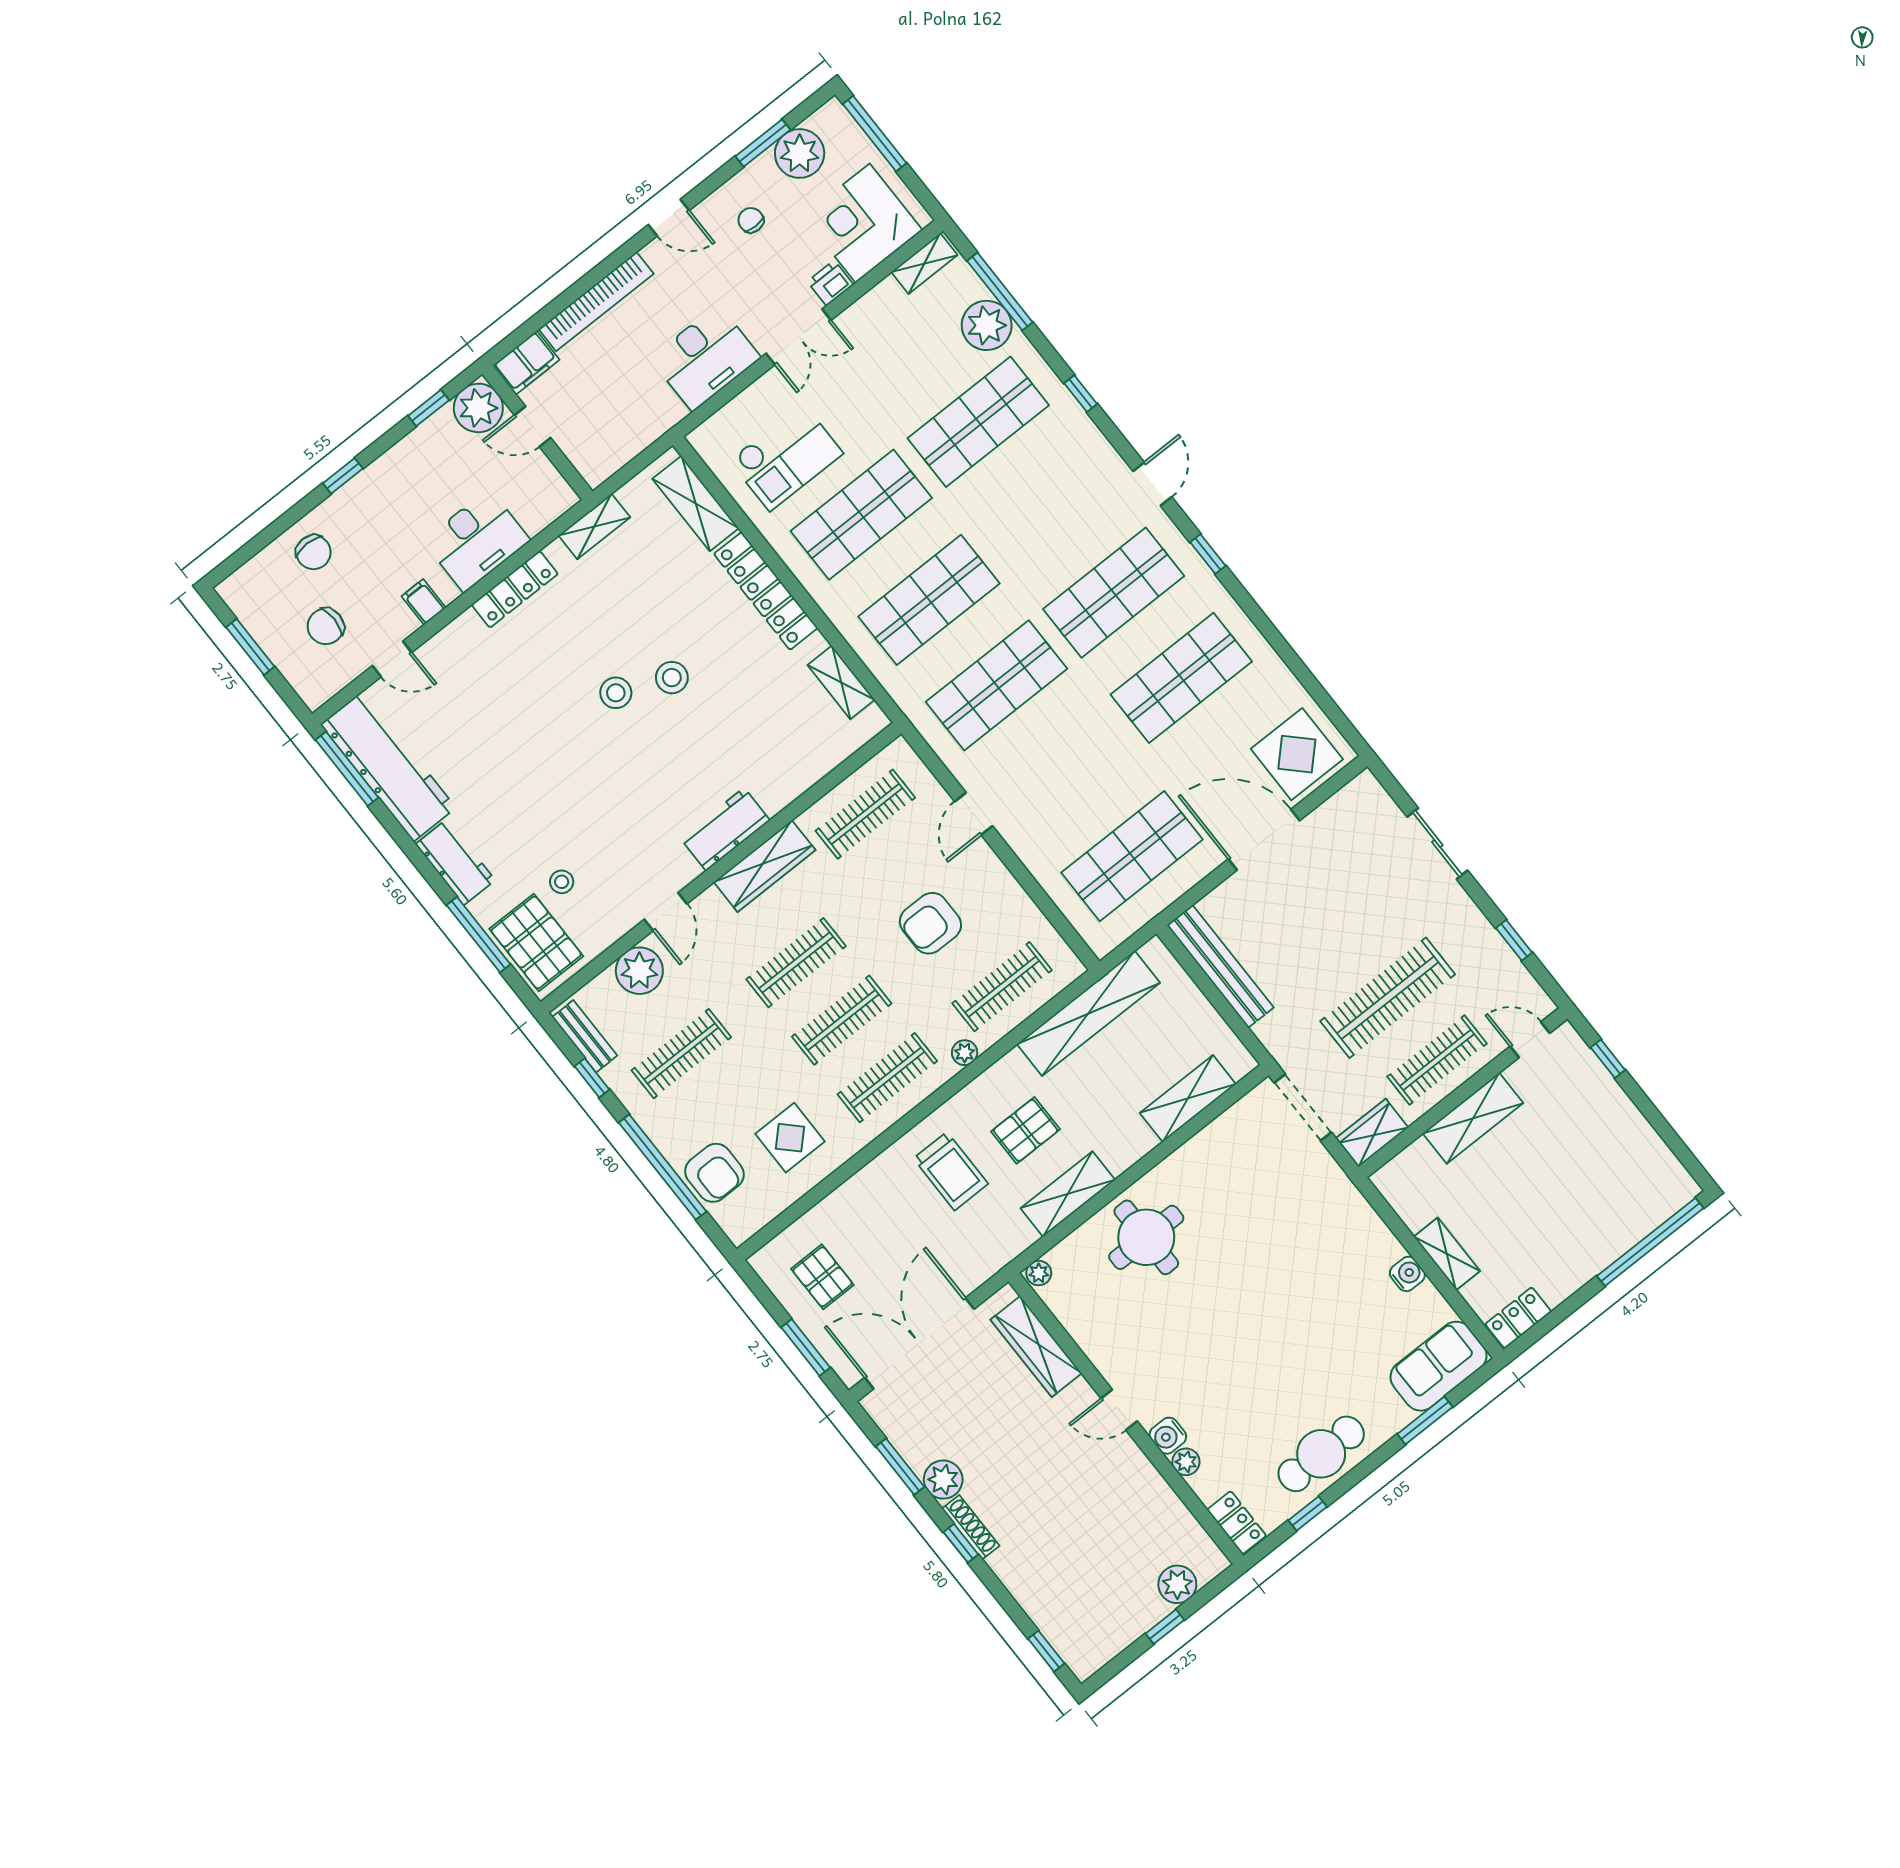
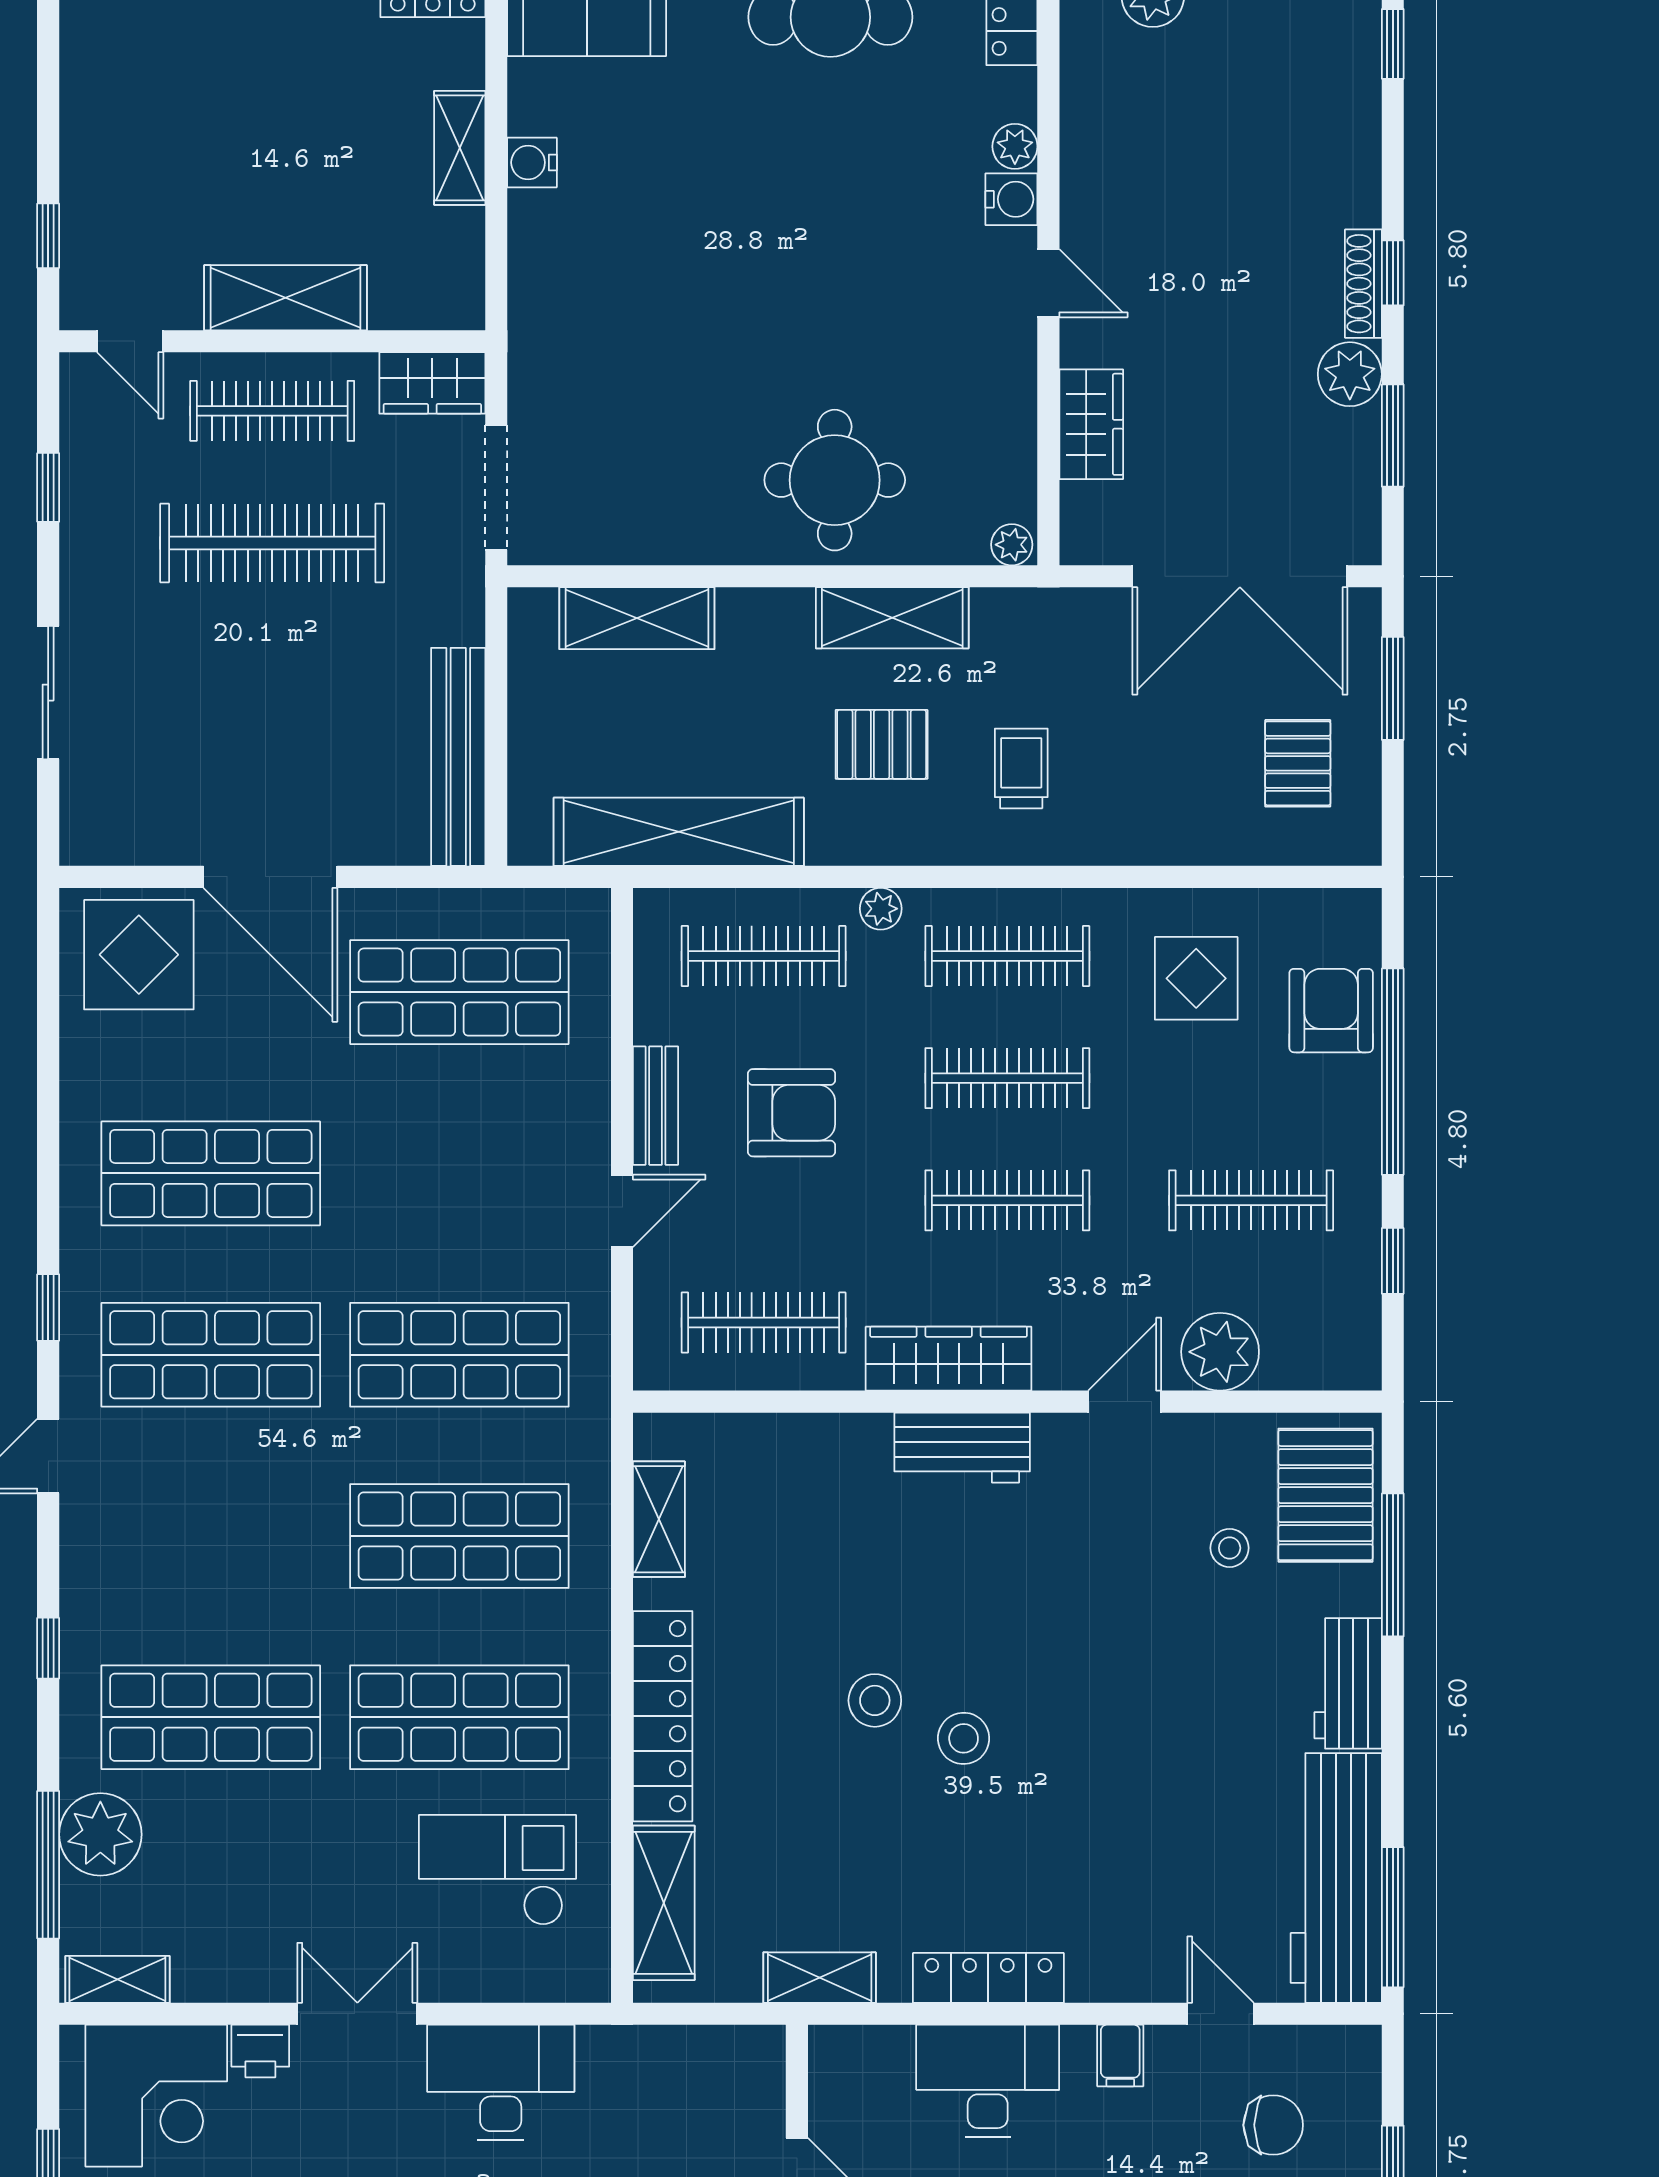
bench: (585, 1036) -> (656, 1106), moved
trolley: (951, 1171) -> (1021, 768), width x0.73, depth x0.72
wardrobe: (1036, 1346) -> (1091, 424), width x0.67

